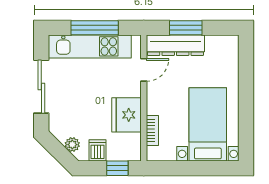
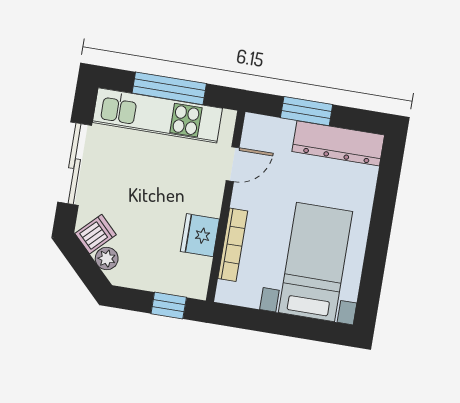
dresser: (175, 45) -> (338, 143), moved
fridge: (126, 115) -> (200, 235), width x0.73, depth x0.75
bookcase: (152, 131) -> (233, 245), width x1.56
dishwasher: (97, 150) -> (96, 234), moved, turned 45

